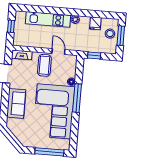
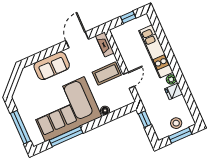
fridge: (95, 23) -> (174, 91), moved
window: (77, 98) -> (66, 137), moved

